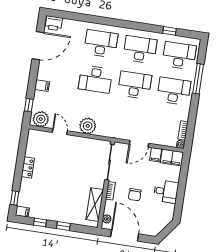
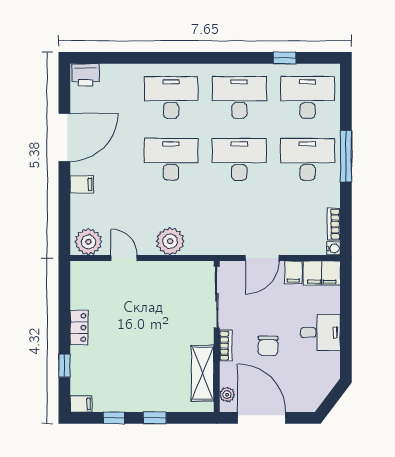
door: (38, 46) -> (64, 137), moved
desk: (95, 79) -> (171, 159), turned 180
window: (198, 79) -> (346, 156), moved
window: (29, 105) -> (64, 221), removed
window: (15, 198) -> (64, 366), moved

